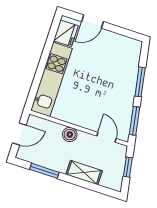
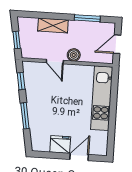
fridge: (66, 33) -> (60, 144), moved, turned 90
window: (134, 121) -> (21, 81), width x0.67
door: (106, 137) -> (55, 62), moved

